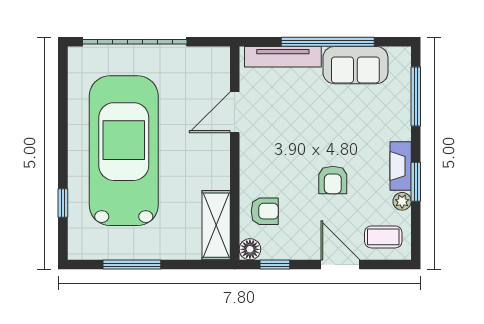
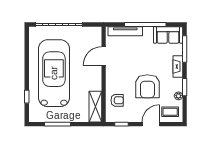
sofa: (355, 65) -> (168, 35), moved
fireplace: (401, 166) -> (178, 66), moved
armchair: (333, 180) -> (147, 86), width x1.88, depth x1.88
floor lamp: (250, 249) -> (110, 117), removed
door: (340, 265) -> (151, 124), hinge flipped

